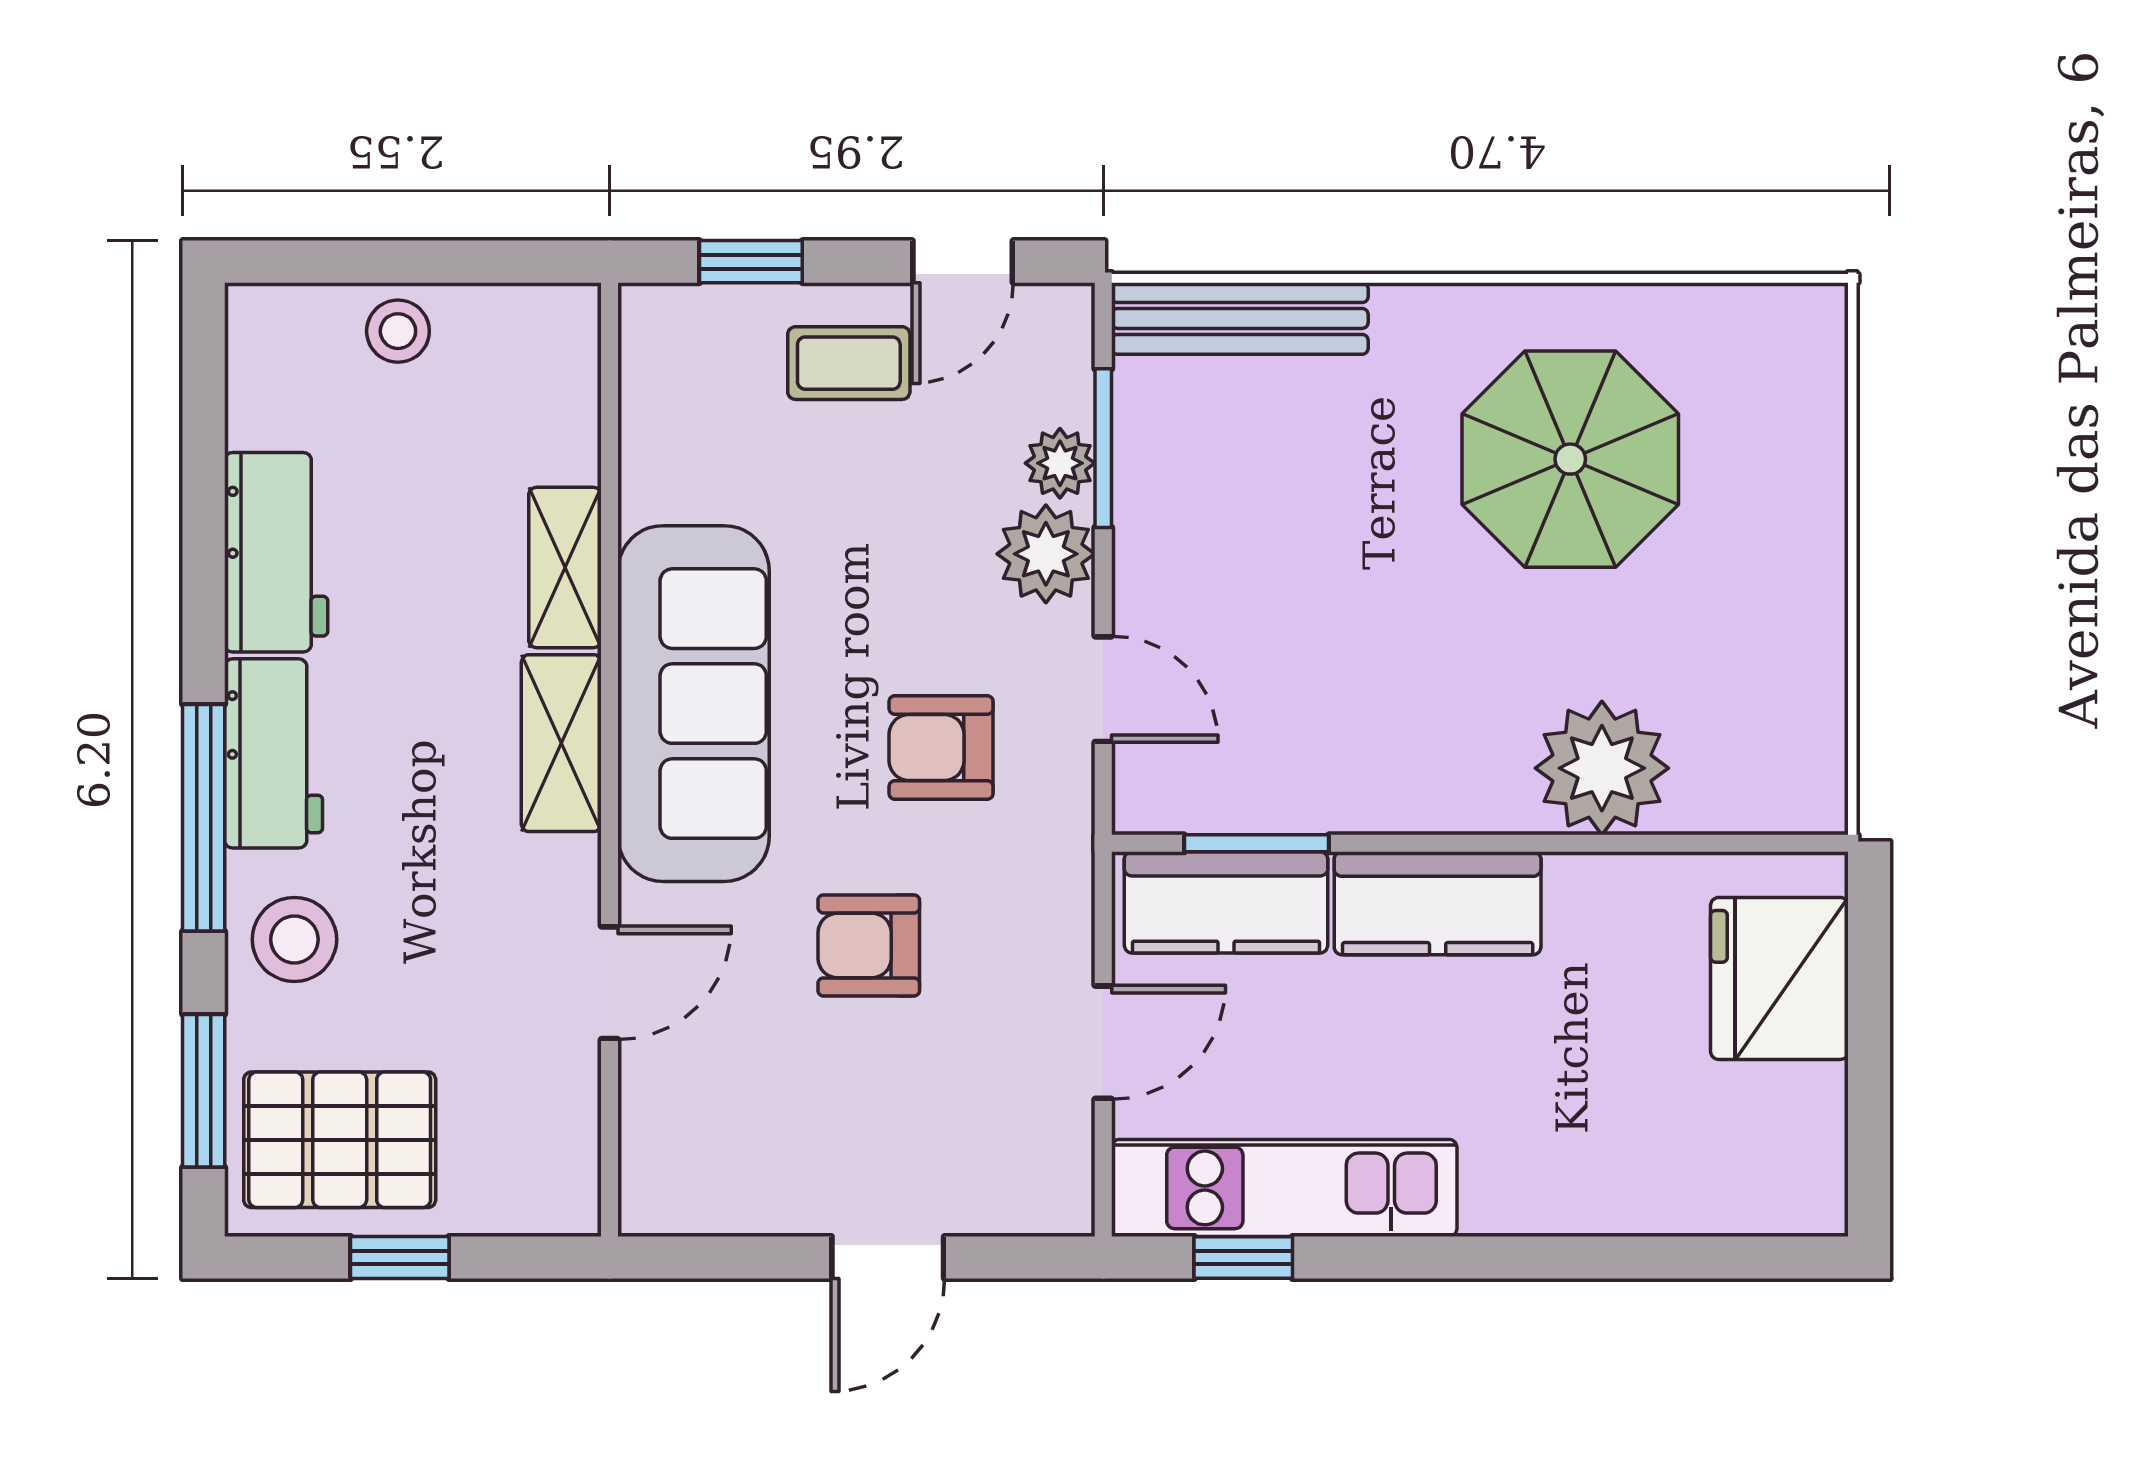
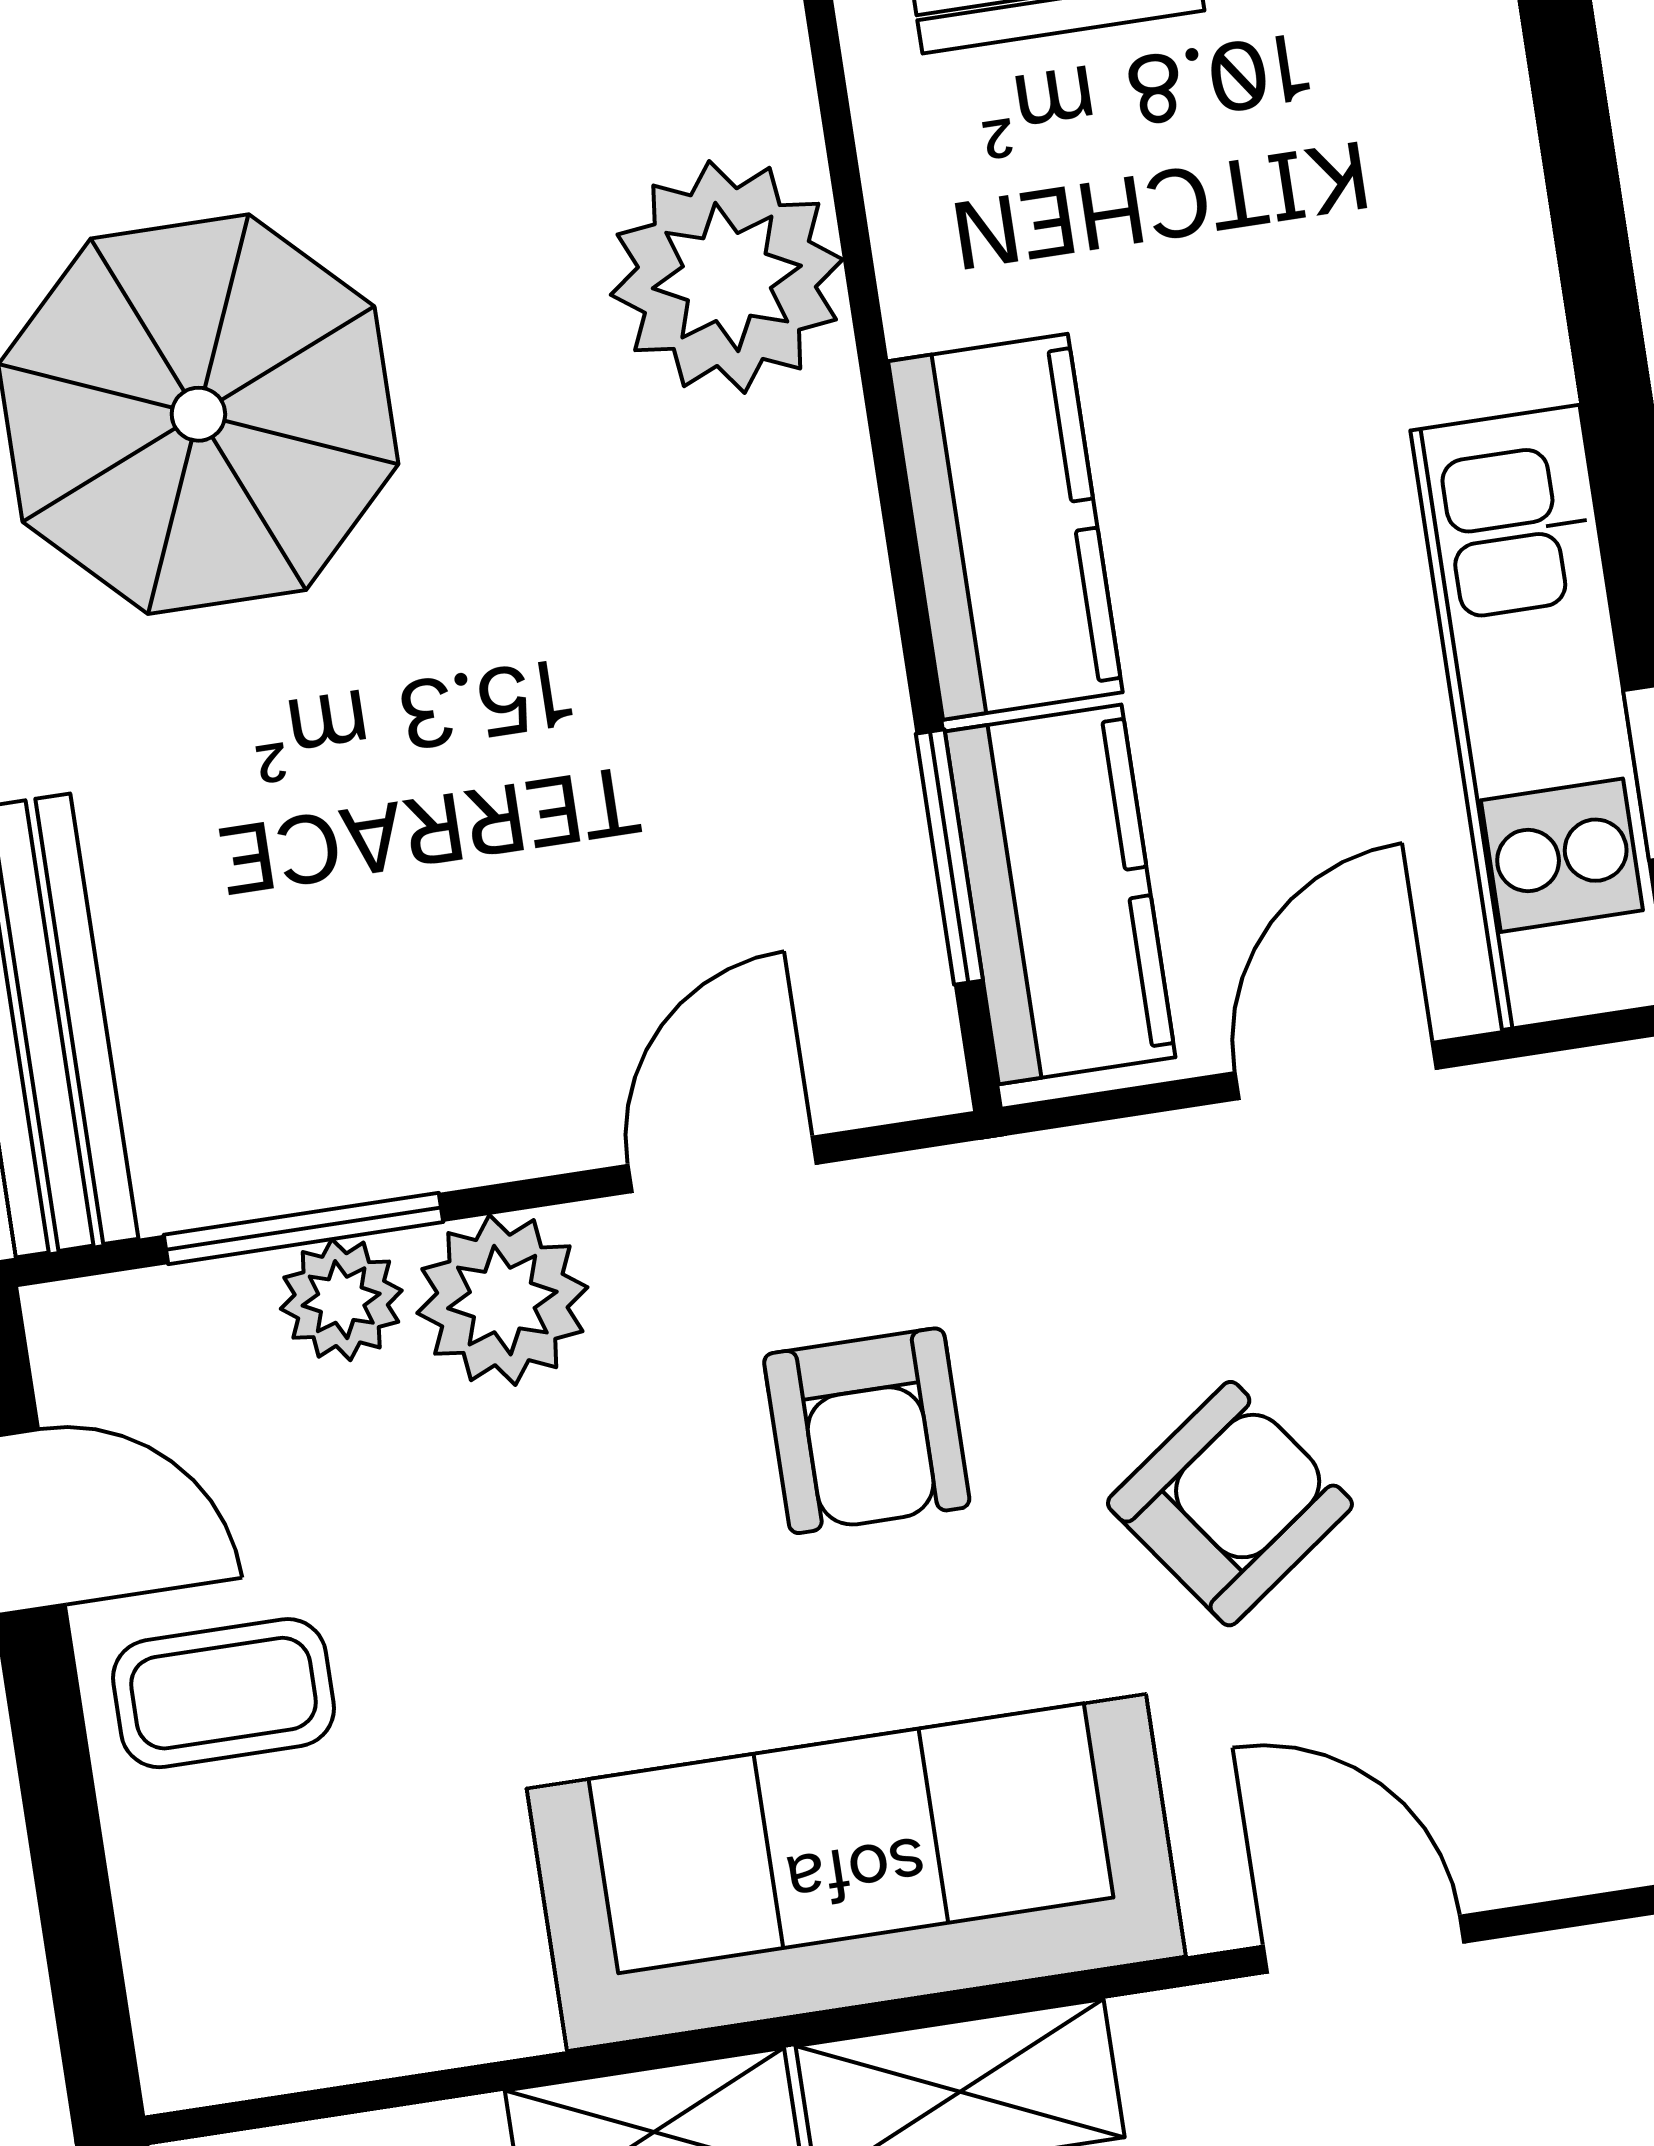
window: (751, 262) -> (73, 1890), removed
coffee table: (849, 363) -> (223, 1693), turned 90
armchair: (869, 945) -> (1230, 1504), turned -126
door: (1103, 1042) -> (1336, 1071), hinge flipped

